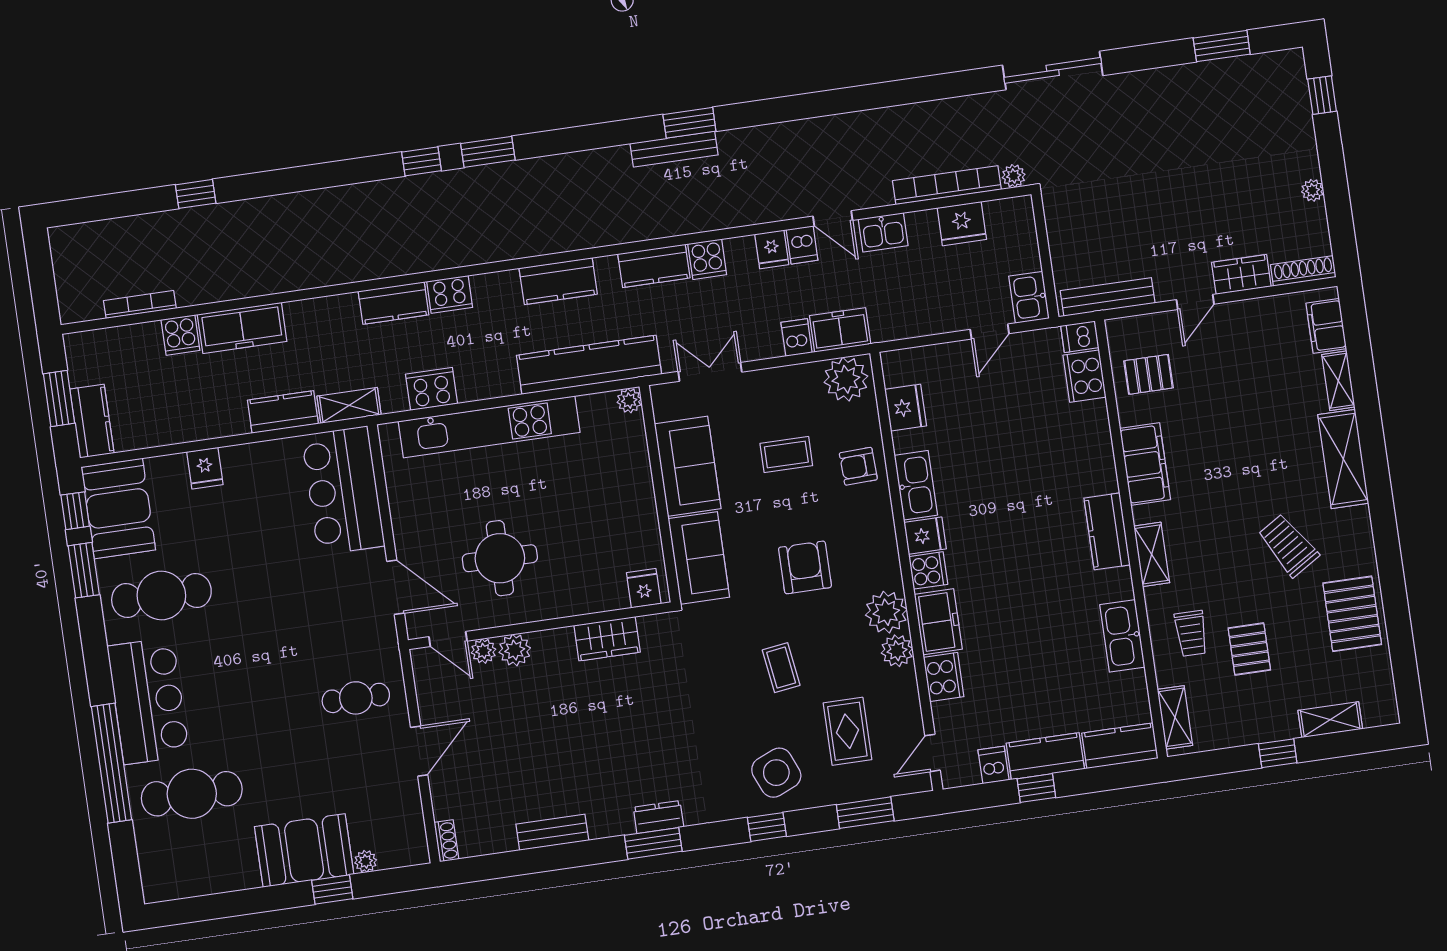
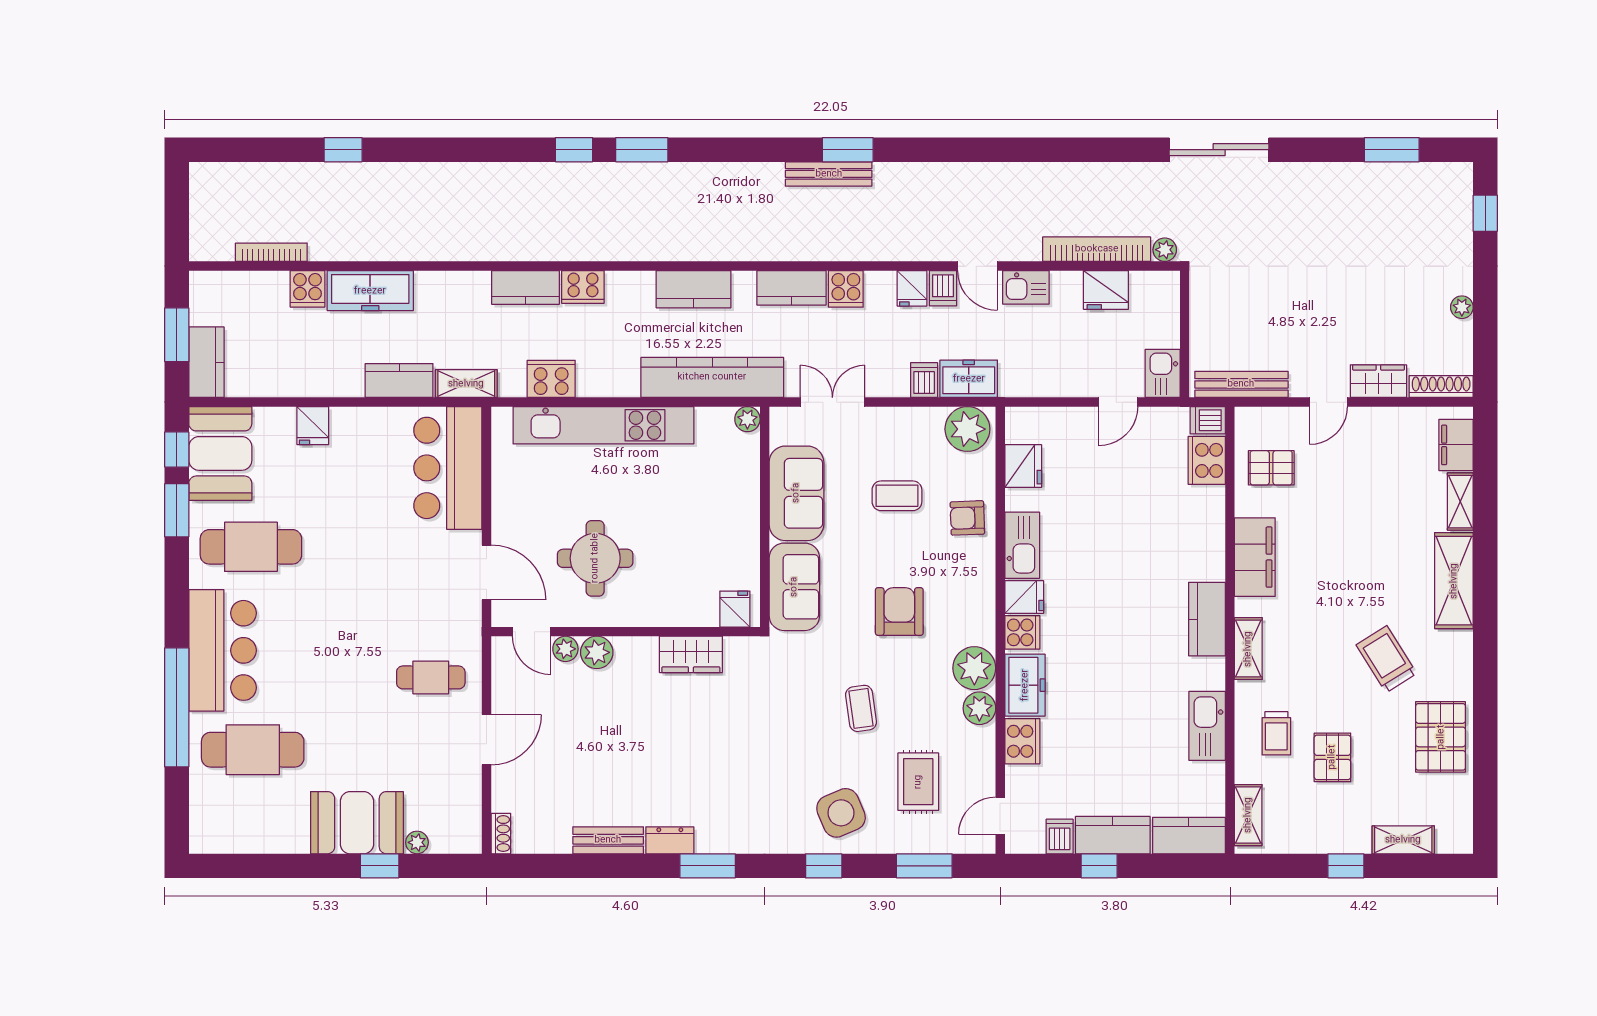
dresser: (658, 817) -> (670, 840), moved

